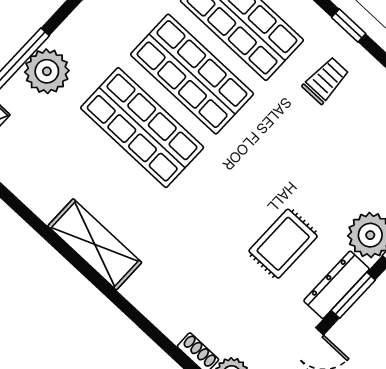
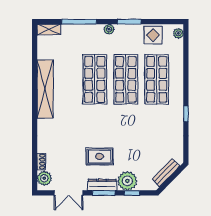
plant: (47, 71) -> (109, 29), moved, width x0.53, depth x0.53
trolley: (326, 80) -> (162, 122), removed
shelving: (95, 244) -> (45, 89), width x1.47

